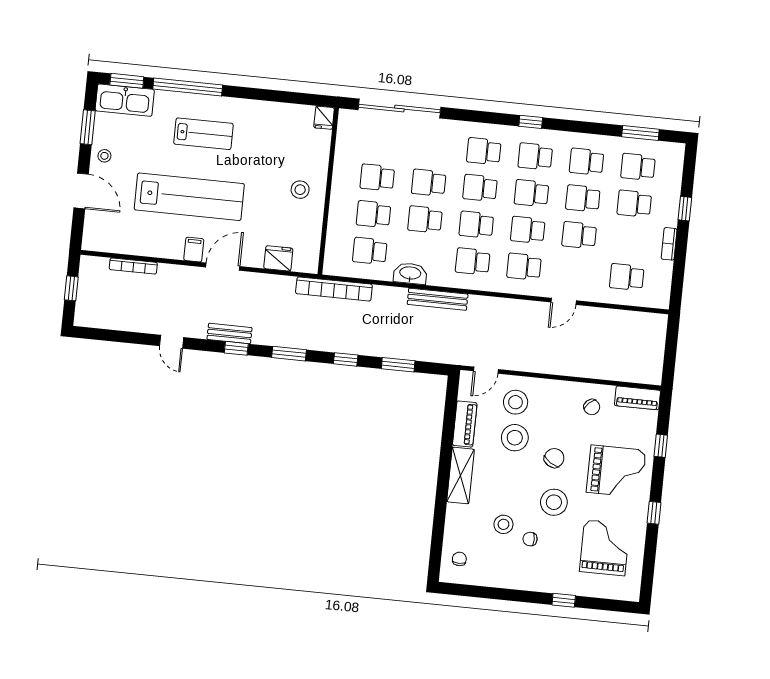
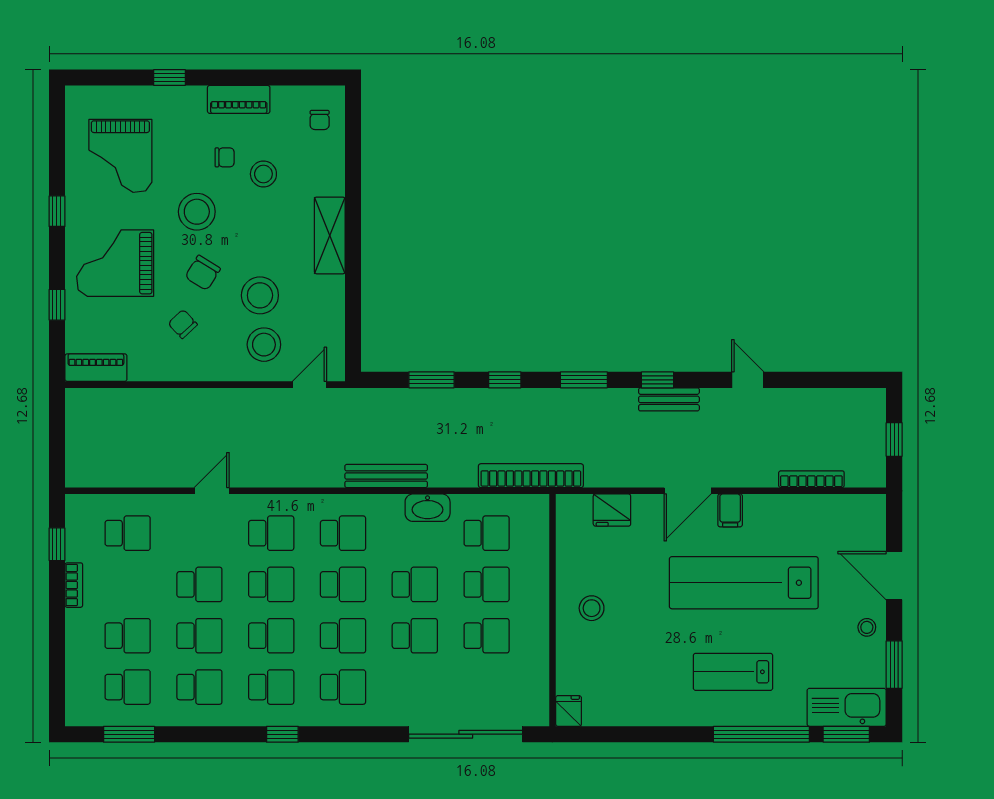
window: (685, 209) -> (57, 544), moved
chair: (592, 407) -> (183, 324), moved
piano: (465, 424) -> (239, 99), moved, turned -90

